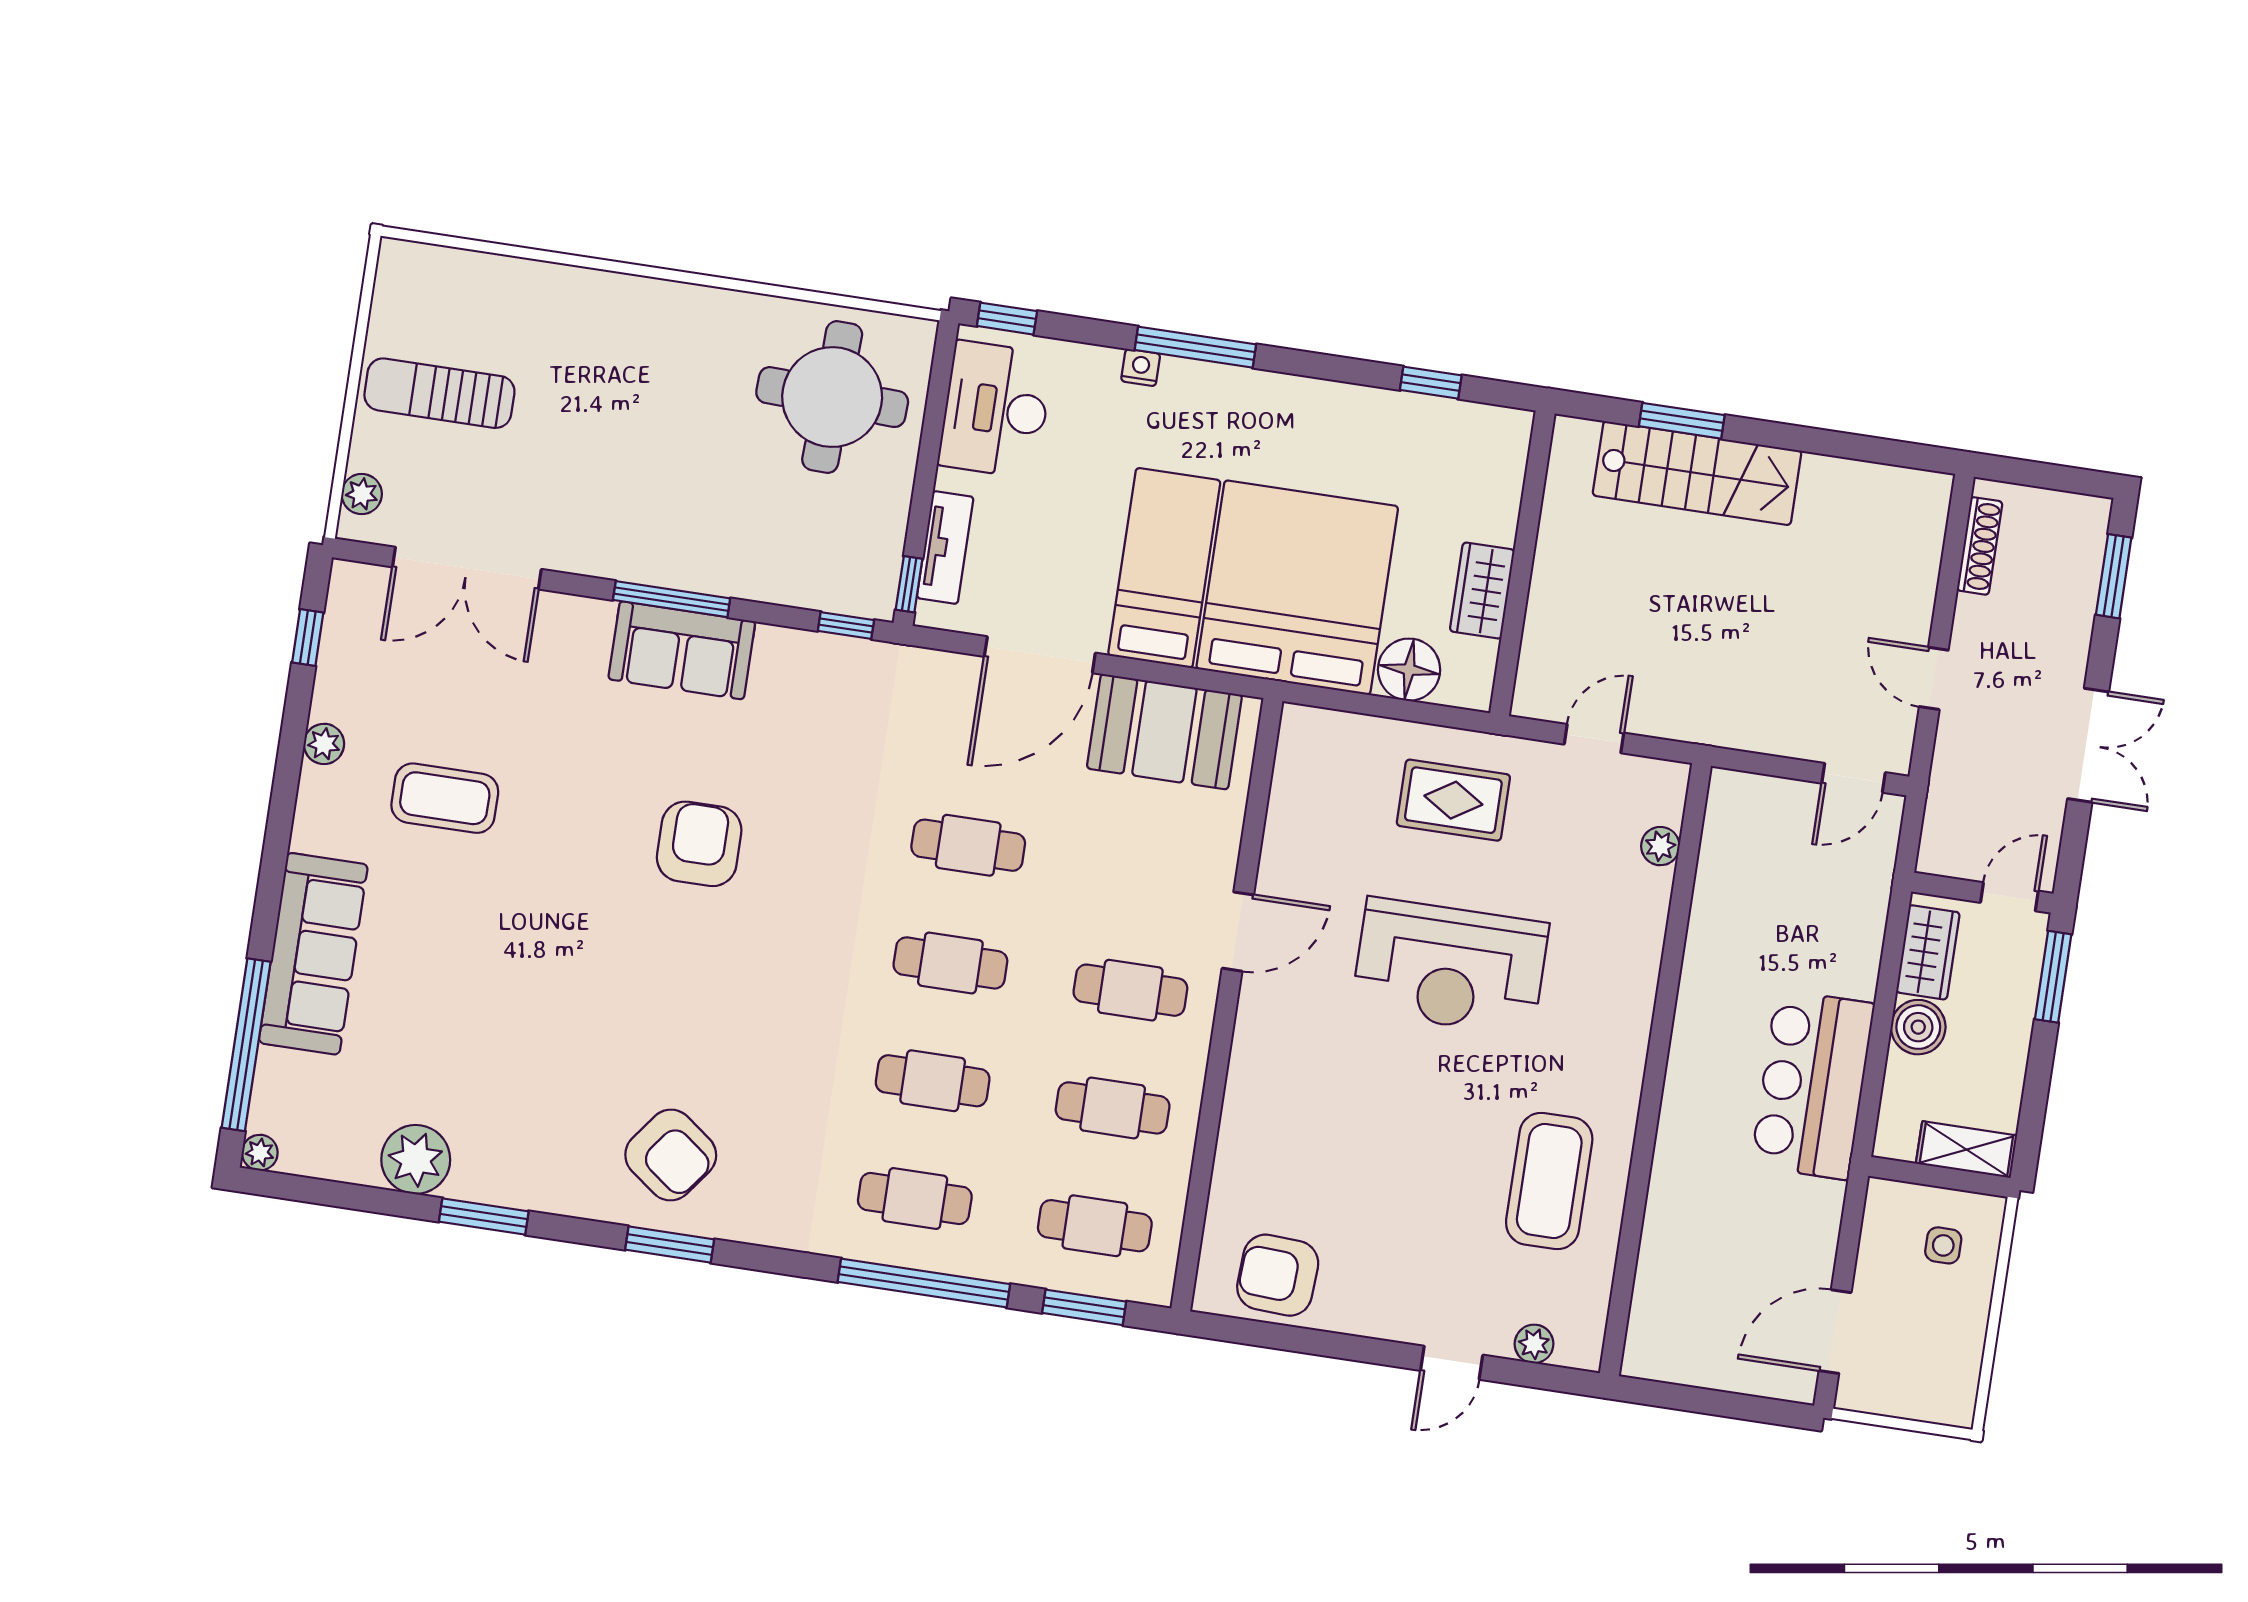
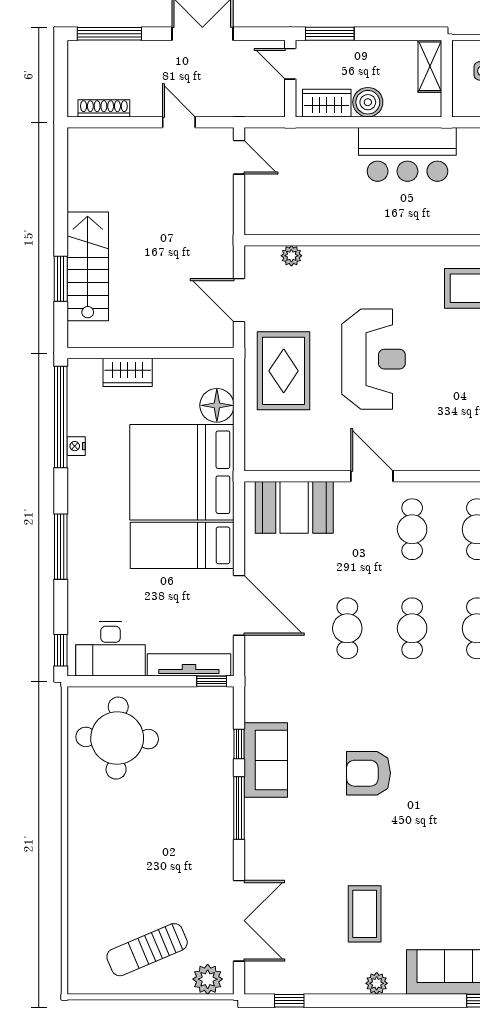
nightstand: (1141, 367) -> (76, 446), moved
window: (1431, 383) -> (61, 417), width x3.17
sun lounger: (439, 393) -> (147, 950), turned 67
plant: (362, 494) -> (208, 979), width x1.38, depth x1.38
tv unit: (945, 547) -> (189, 665), width x1.41
window: (2114, 576) -> (109, 34), width x1.44
wardrobe: (1482, 591) -> (128, 372), moved
window: (846, 625) -> (239, 744), moved
sofa: (682, 650) -> (266, 760), moved
door: (1934, 678) -> (179, 122), swing flipped
booth: (1164, 732) -> (294, 507), moved, turned 90
door: (1594, 739) -> (239, 300), width x1.38
plant: (324, 744) -> (377, 983), moved
rug: (1453, 800) -> (284, 371), width x1.36, depth x1.43

